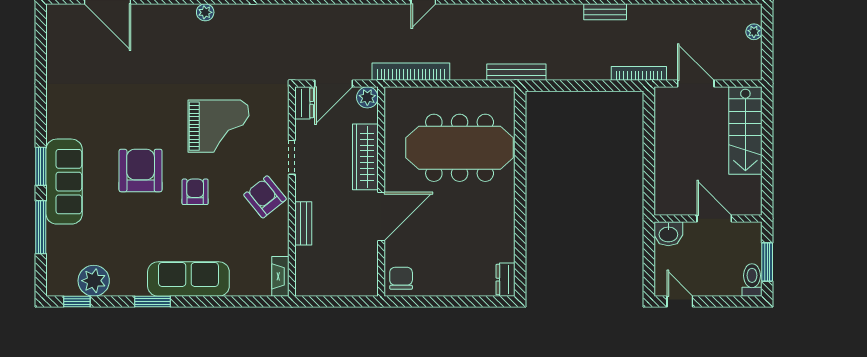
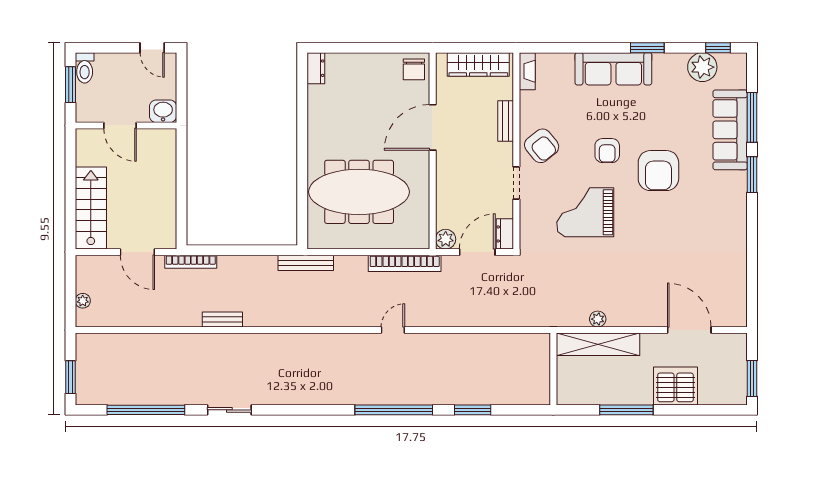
wardrobe: (365, 157) -> (478, 64), moved, turned 90
sofa: (64, 182) -> (730, 130), moved

